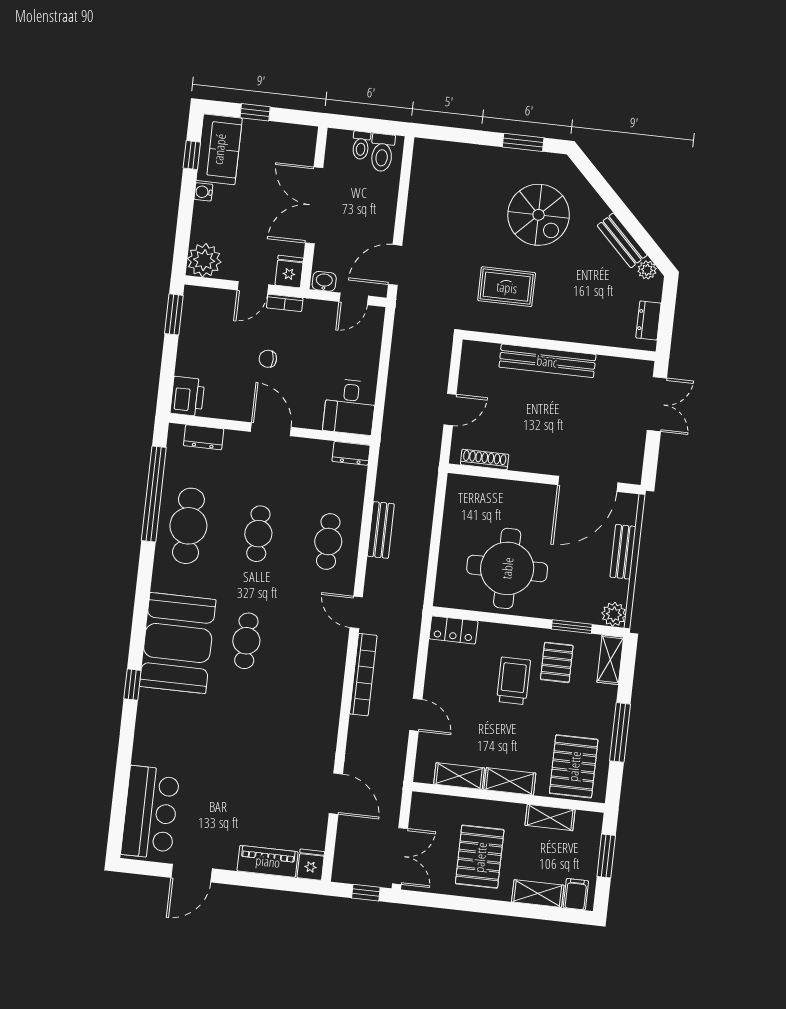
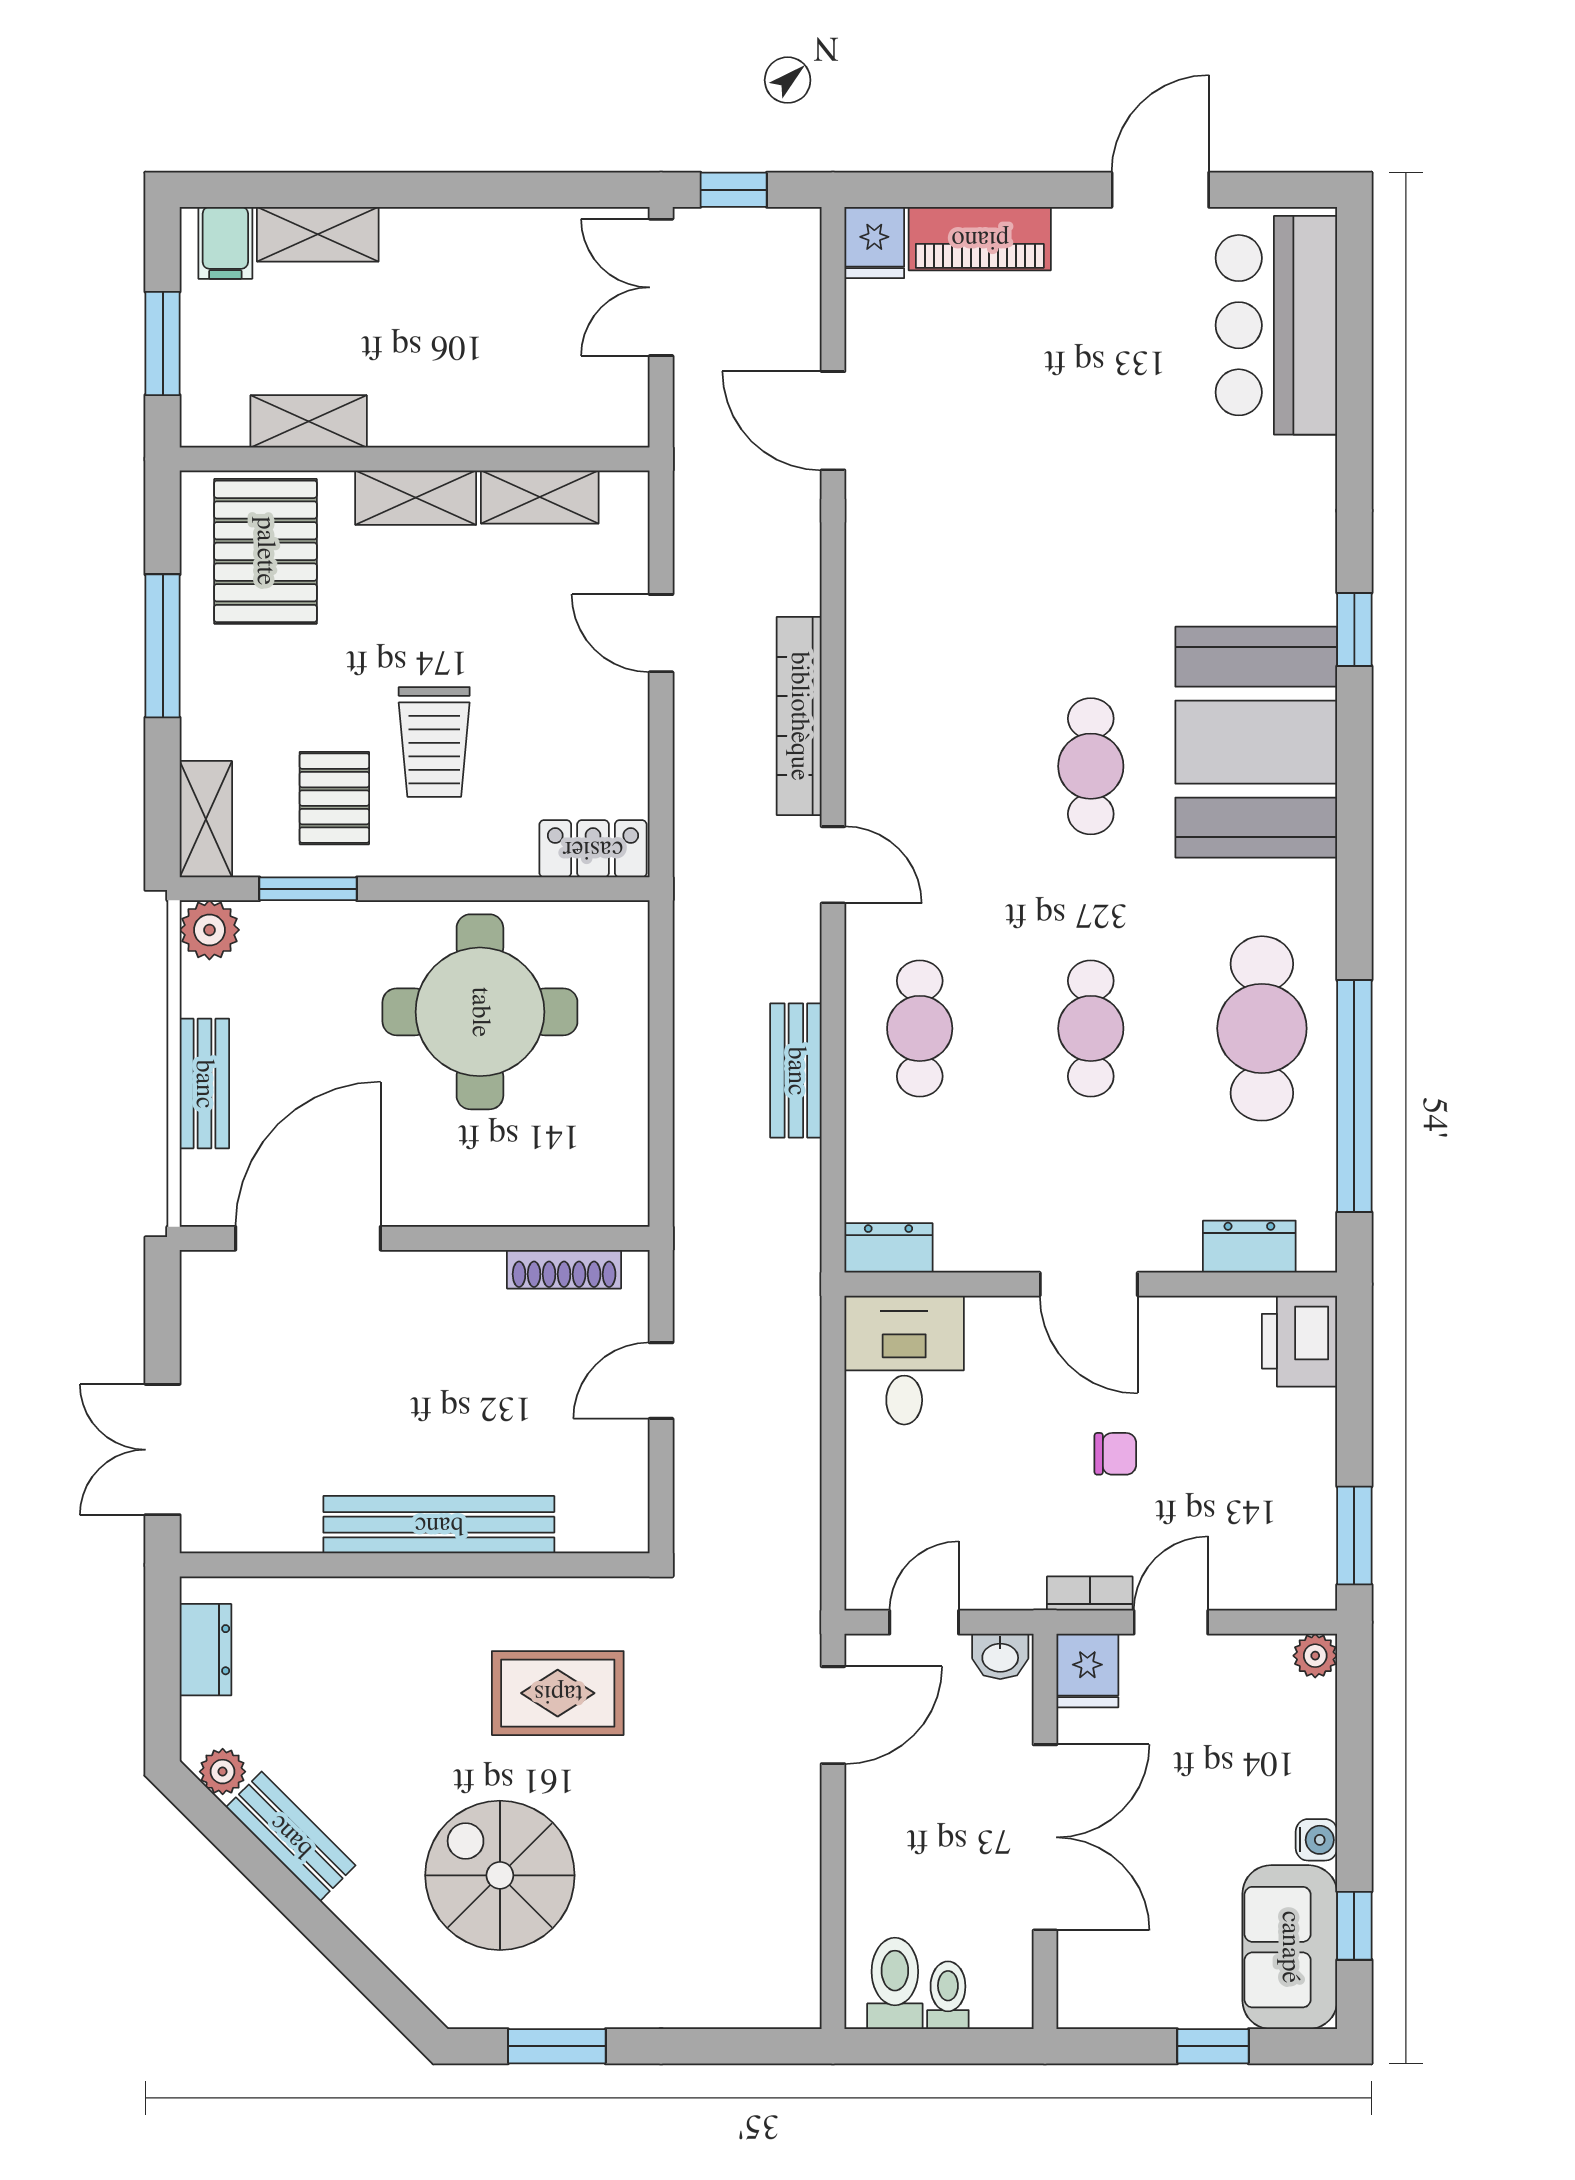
plant: (204, 260) -> (1315, 1656), width x0.53, depth x0.53
pallet: (480, 857) -> (468, 308), removed

